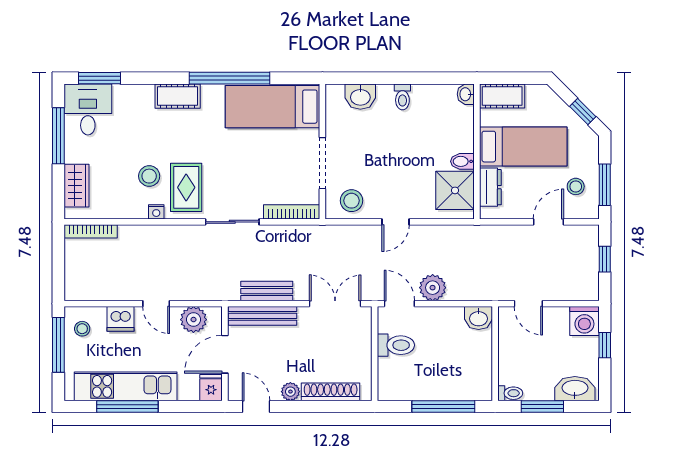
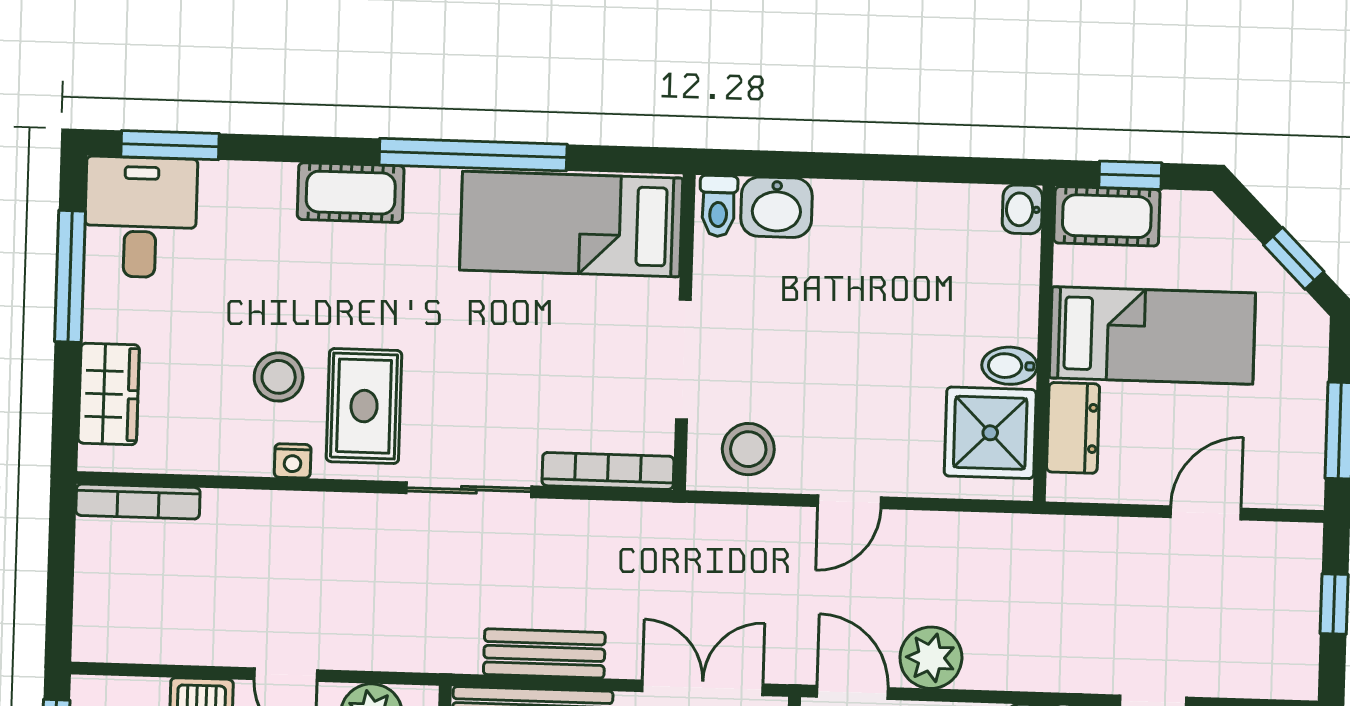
window: (512, 78) -> (1130, 175), added
toilet: (402, 97) -> (718, 206), moved
stool: (576, 186) -> (1272, 432), removed

